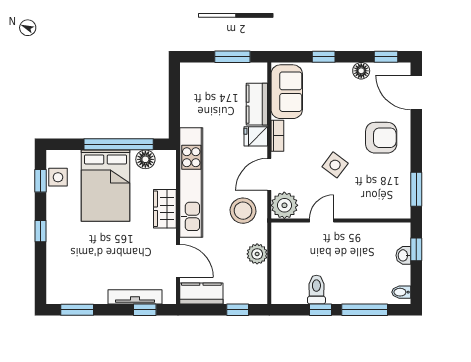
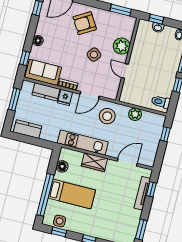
window: (324, 57) -> (25, 58), moved
floor lamp: (361, 71) -> (38, 41), moved
armchair: (381, 138) -> (85, 23), turned -121
window: (119, 144) -> (45, 195), moved
door: (269, 174) -> (90, 95), hinge flipped
kitchen unit: (191, 182) -> (83, 143), width x0.73
bed: (106, 186) -> (72, 194), width x0.67
plant: (284, 205) -> (122, 46), moved
toilet: (316, 290) -> (161, 102), moved
kitchen counter: (201, 293) -> (28, 129), moved, turned 90

